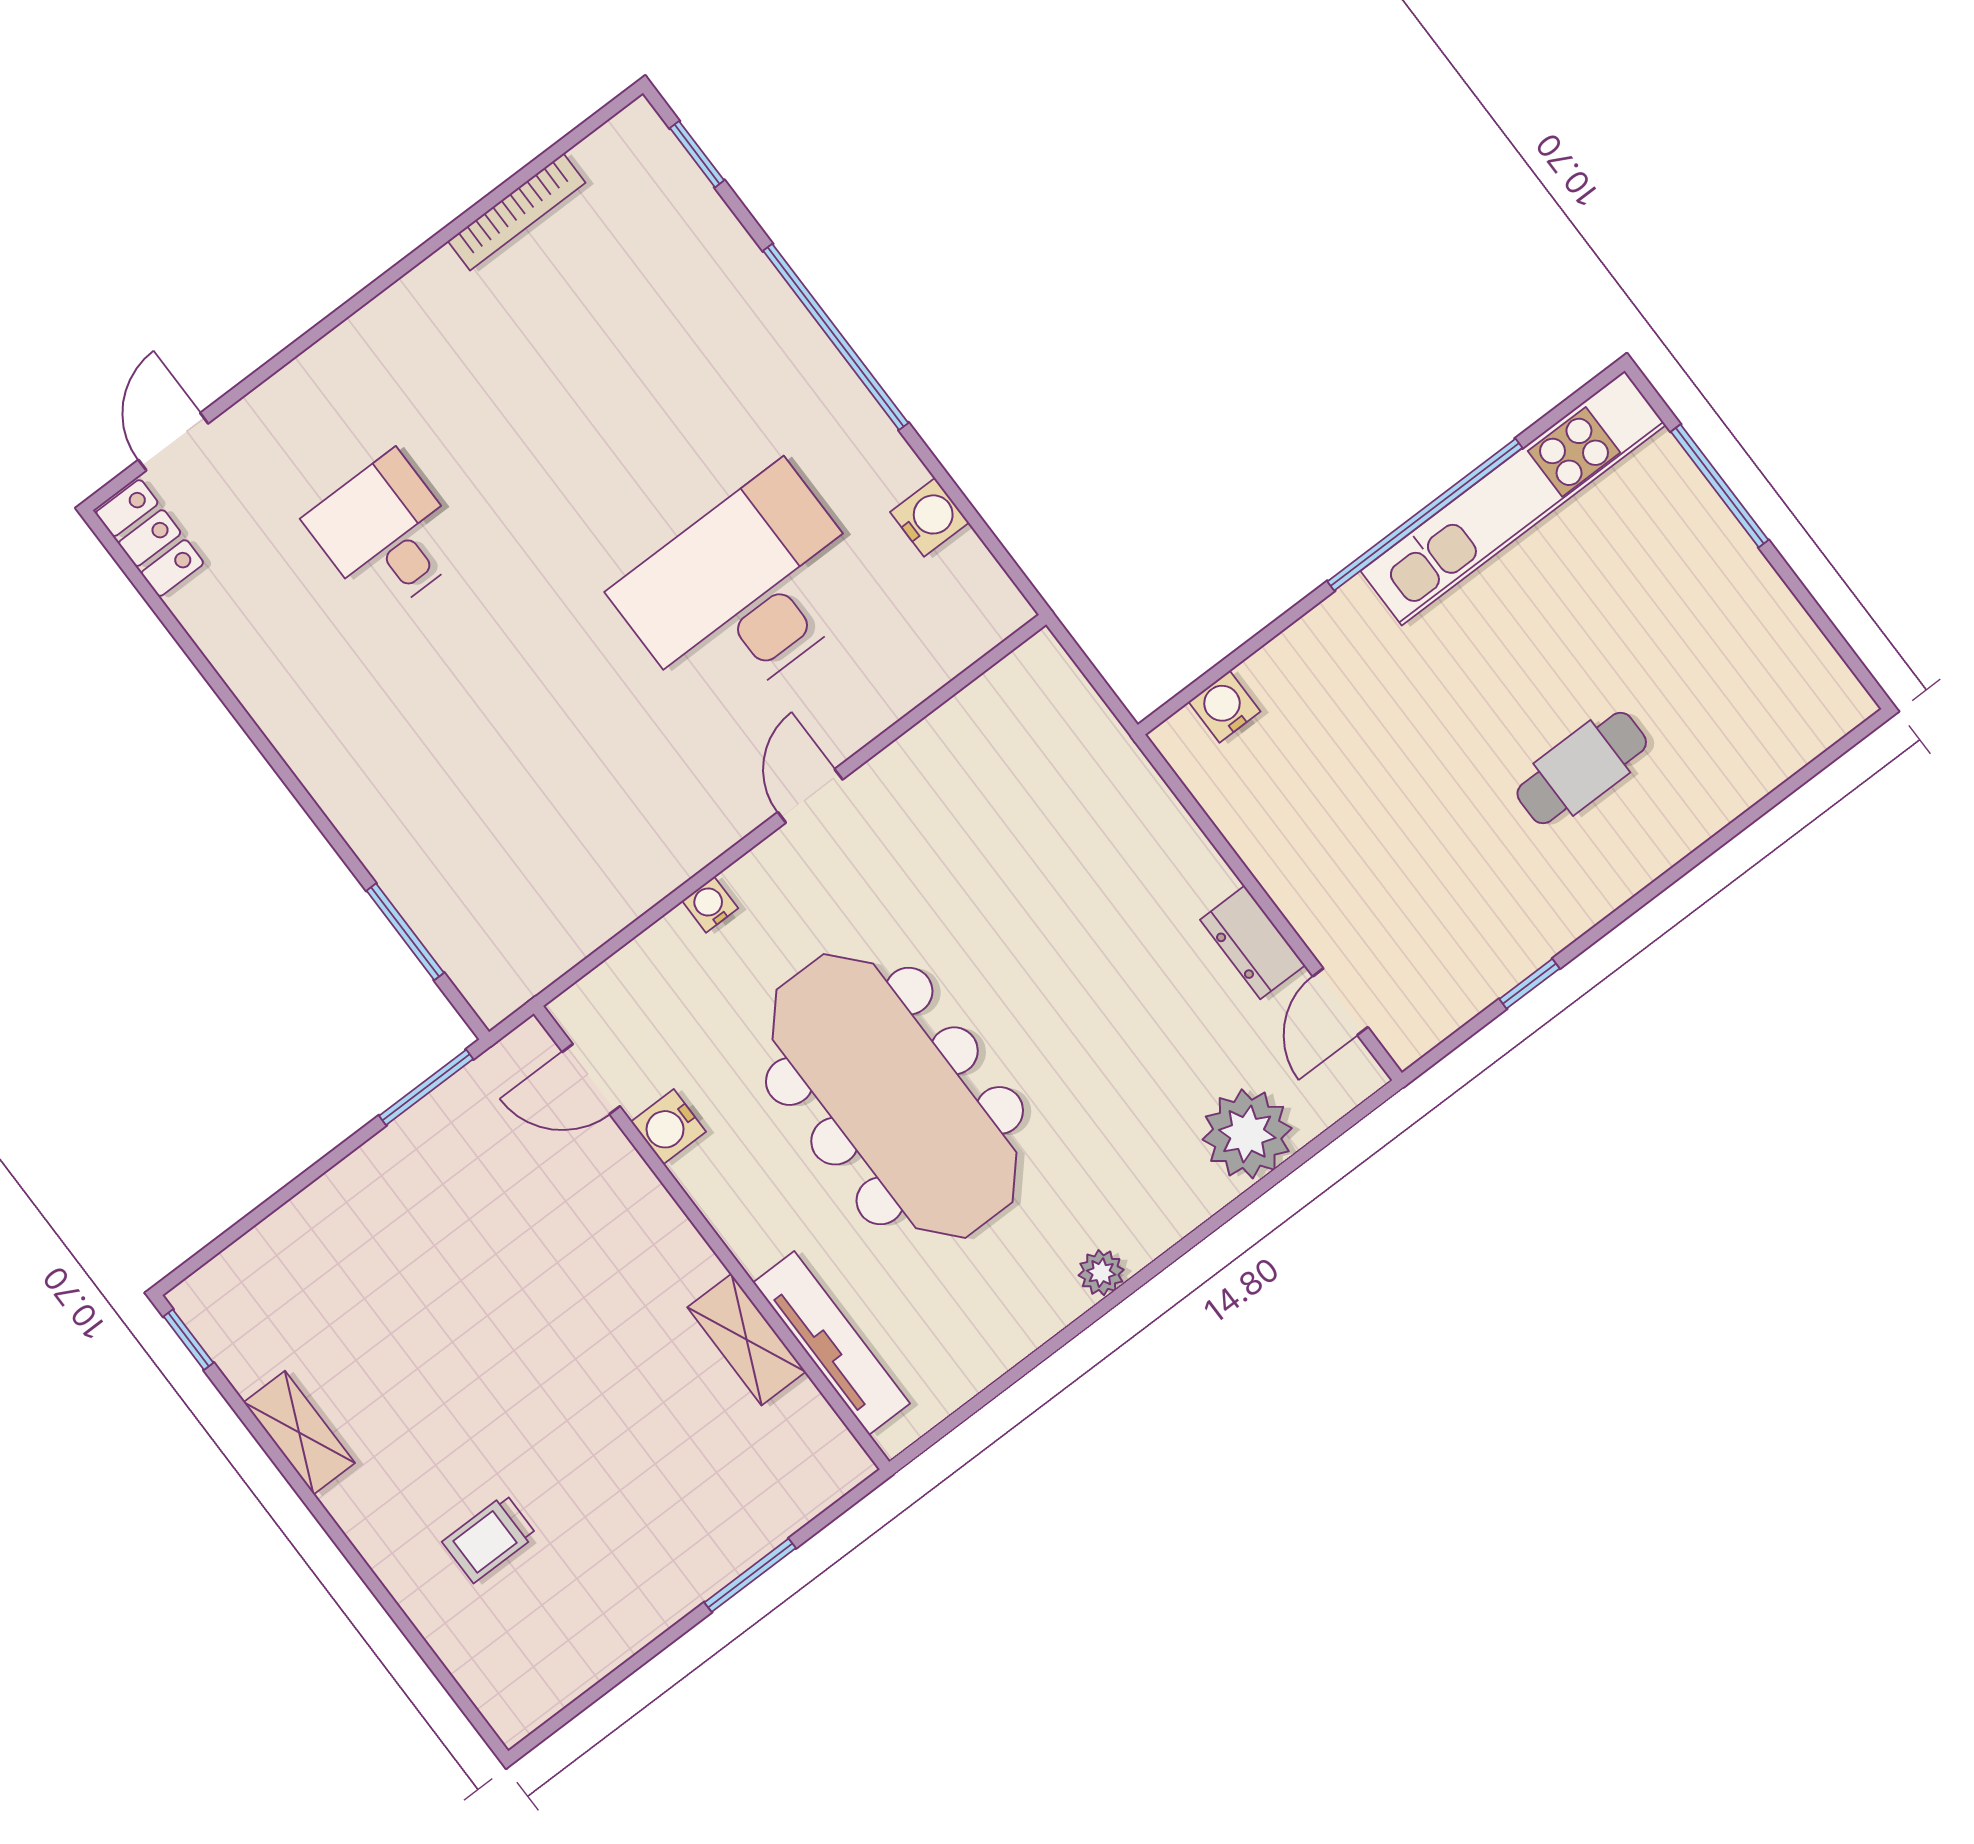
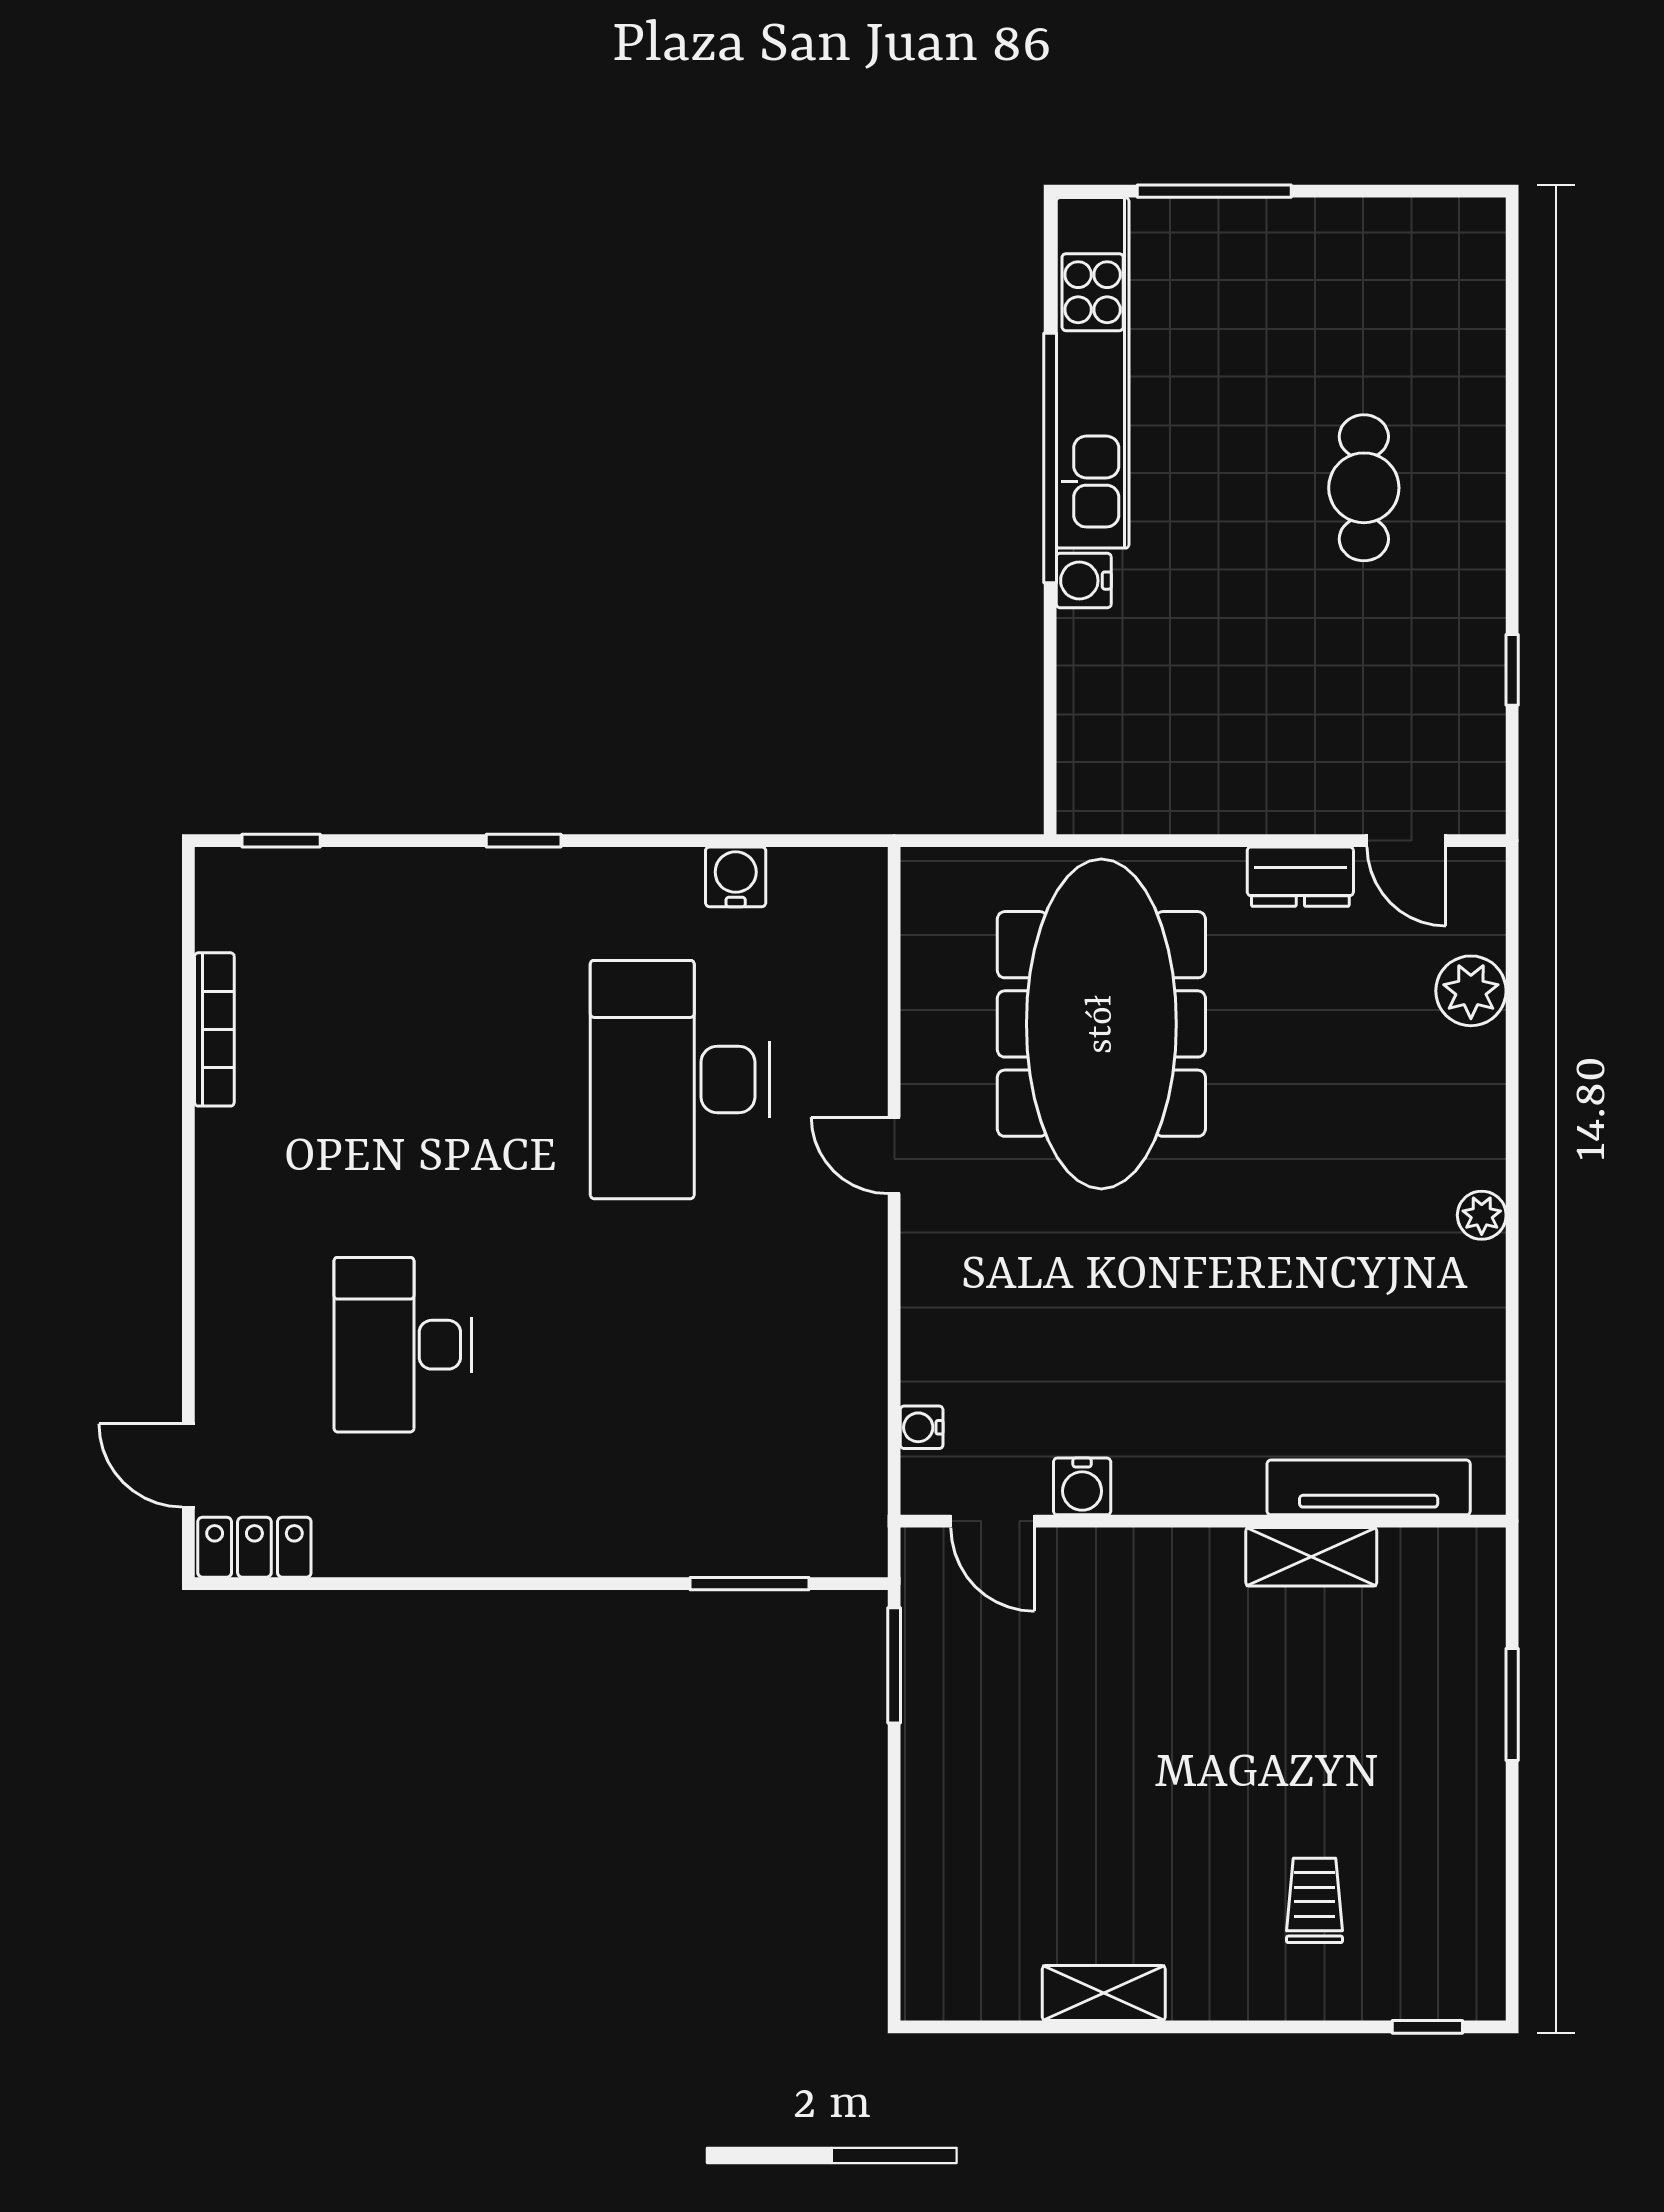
window: (836, 337) -> (524, 841), width x0.32
desk: (387, 534) -> (403, 1345), width x1.37
water cooler: (1224, 707) -> (1084, 581), moved
water cooler: (710, 905) -> (922, 1427), moved
door: (591, 1079) -> (993, 1521), hinge flipped
meeting table: (894, 1096) -> (1101, 1024), moved, turned 90
plant: (1247, 1134) -> (1471, 991), width x0.73, depth x0.73
window: (188, 1340) -> (1427, 2027), moved
trolley: (490, 1538) -> (1315, 1900), turned 180

